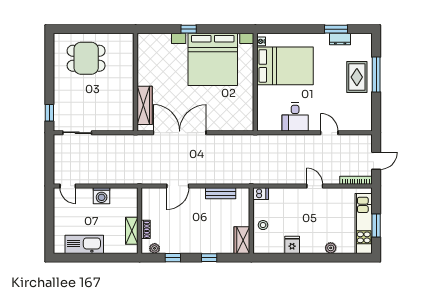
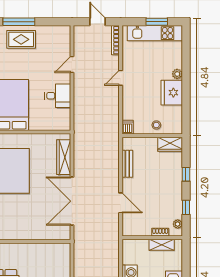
wardrobe: (145, 105) -> (64, 157), moved, turned -90
fridge: (292, 245) -> (172, 93), width x1.88, depth x1.34
plant: (331, 248) -> (177, 74), moved

